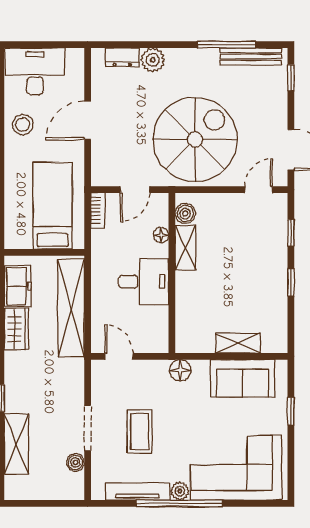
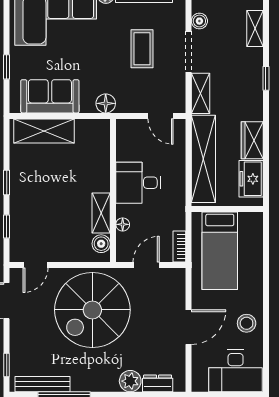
shelving: (238, 343) -> (44, 131), width x1.50, depth x1.33
shelving: (74, 382) -> (201, 93), added
shelving: (16, 444) -> (255, 29), width x0.67, depth x0.75

